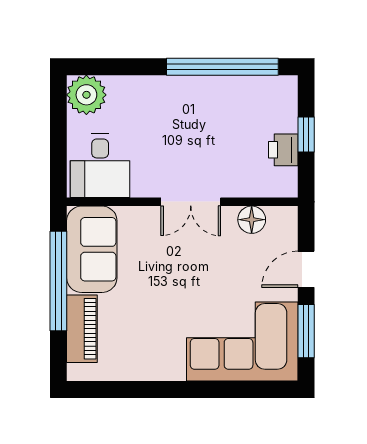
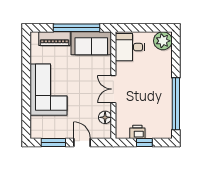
corner sofa: (242, 342) -> (49, 90), moved

